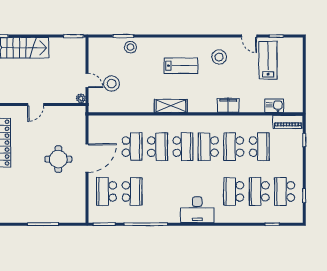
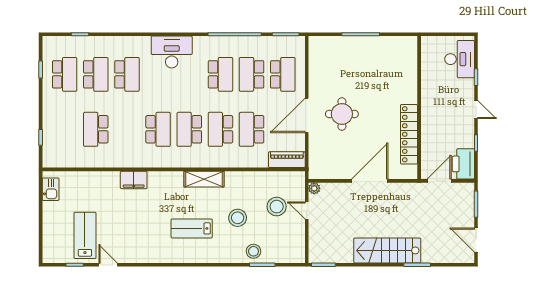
stool: (219, 57) -> (238, 218), moved
lab bench: (268, 60) -> (85, 235), turned 180
door: (36, 105) -> (370, 181), width x1.88
kitchen sink: (274, 106) -> (51, 189), moved, turned -90
piano: (288, 122) -> (287, 160), moved
school desk: (234, 147) -> (220, 74), moved

